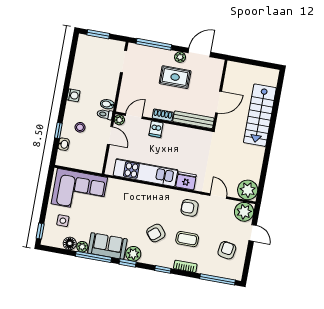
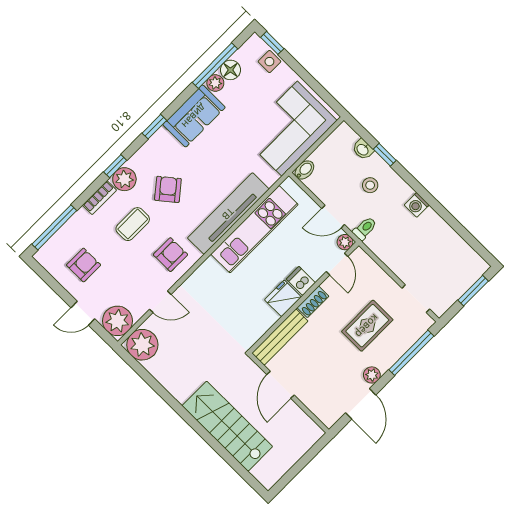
rug: (175, 77) -> (367, 326), moved
bidet: (107, 104) -> (304, 170), moved
fridge: (186, 181) -> (283, 298), moved, turned 180
tv unit: (147, 192) -> (228, 214), added
side table: (63, 221) -> (269, 62), moved
armchair: (227, 250) -> (84, 265), turned -99
plant: (133, 254) -> (124, 179), moved
window: (93, 257) -> (215, 66), moved

